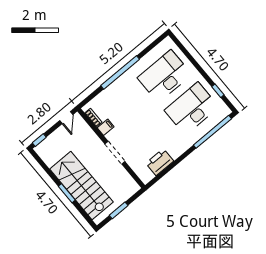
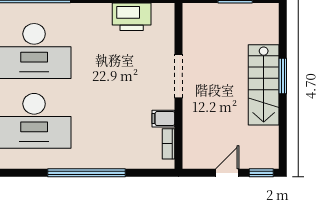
door: (66, 118) -> (227, 173), moved
stairs: (81, 185) -> (264, 85), width x0.73, depth x0.66

